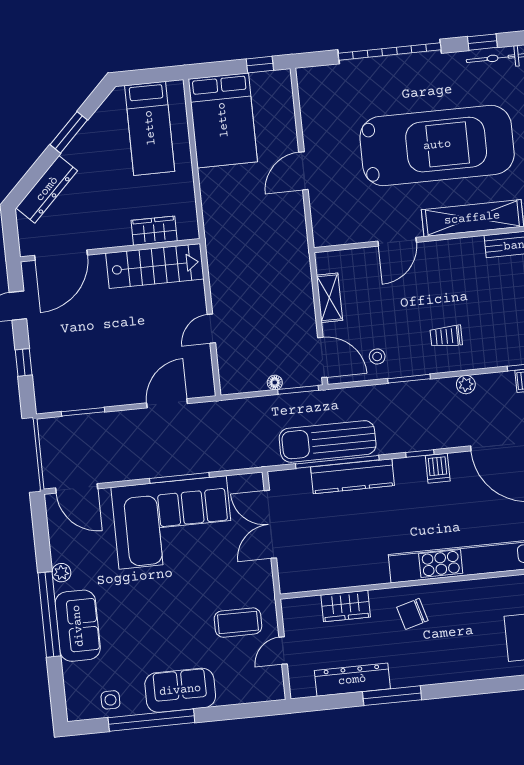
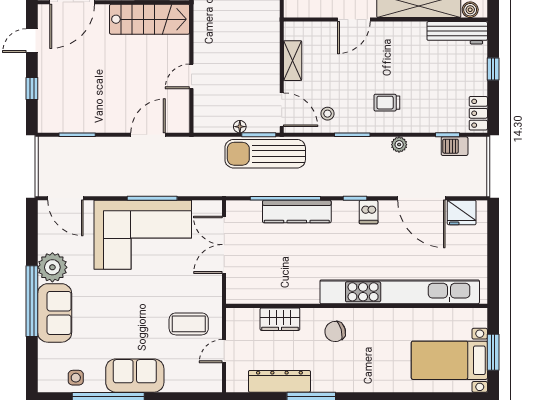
sun lounger: (328, 441) -> (265, 154), moved
plant: (61, 573) -> (52, 267), width x1.87, depth x1.87

